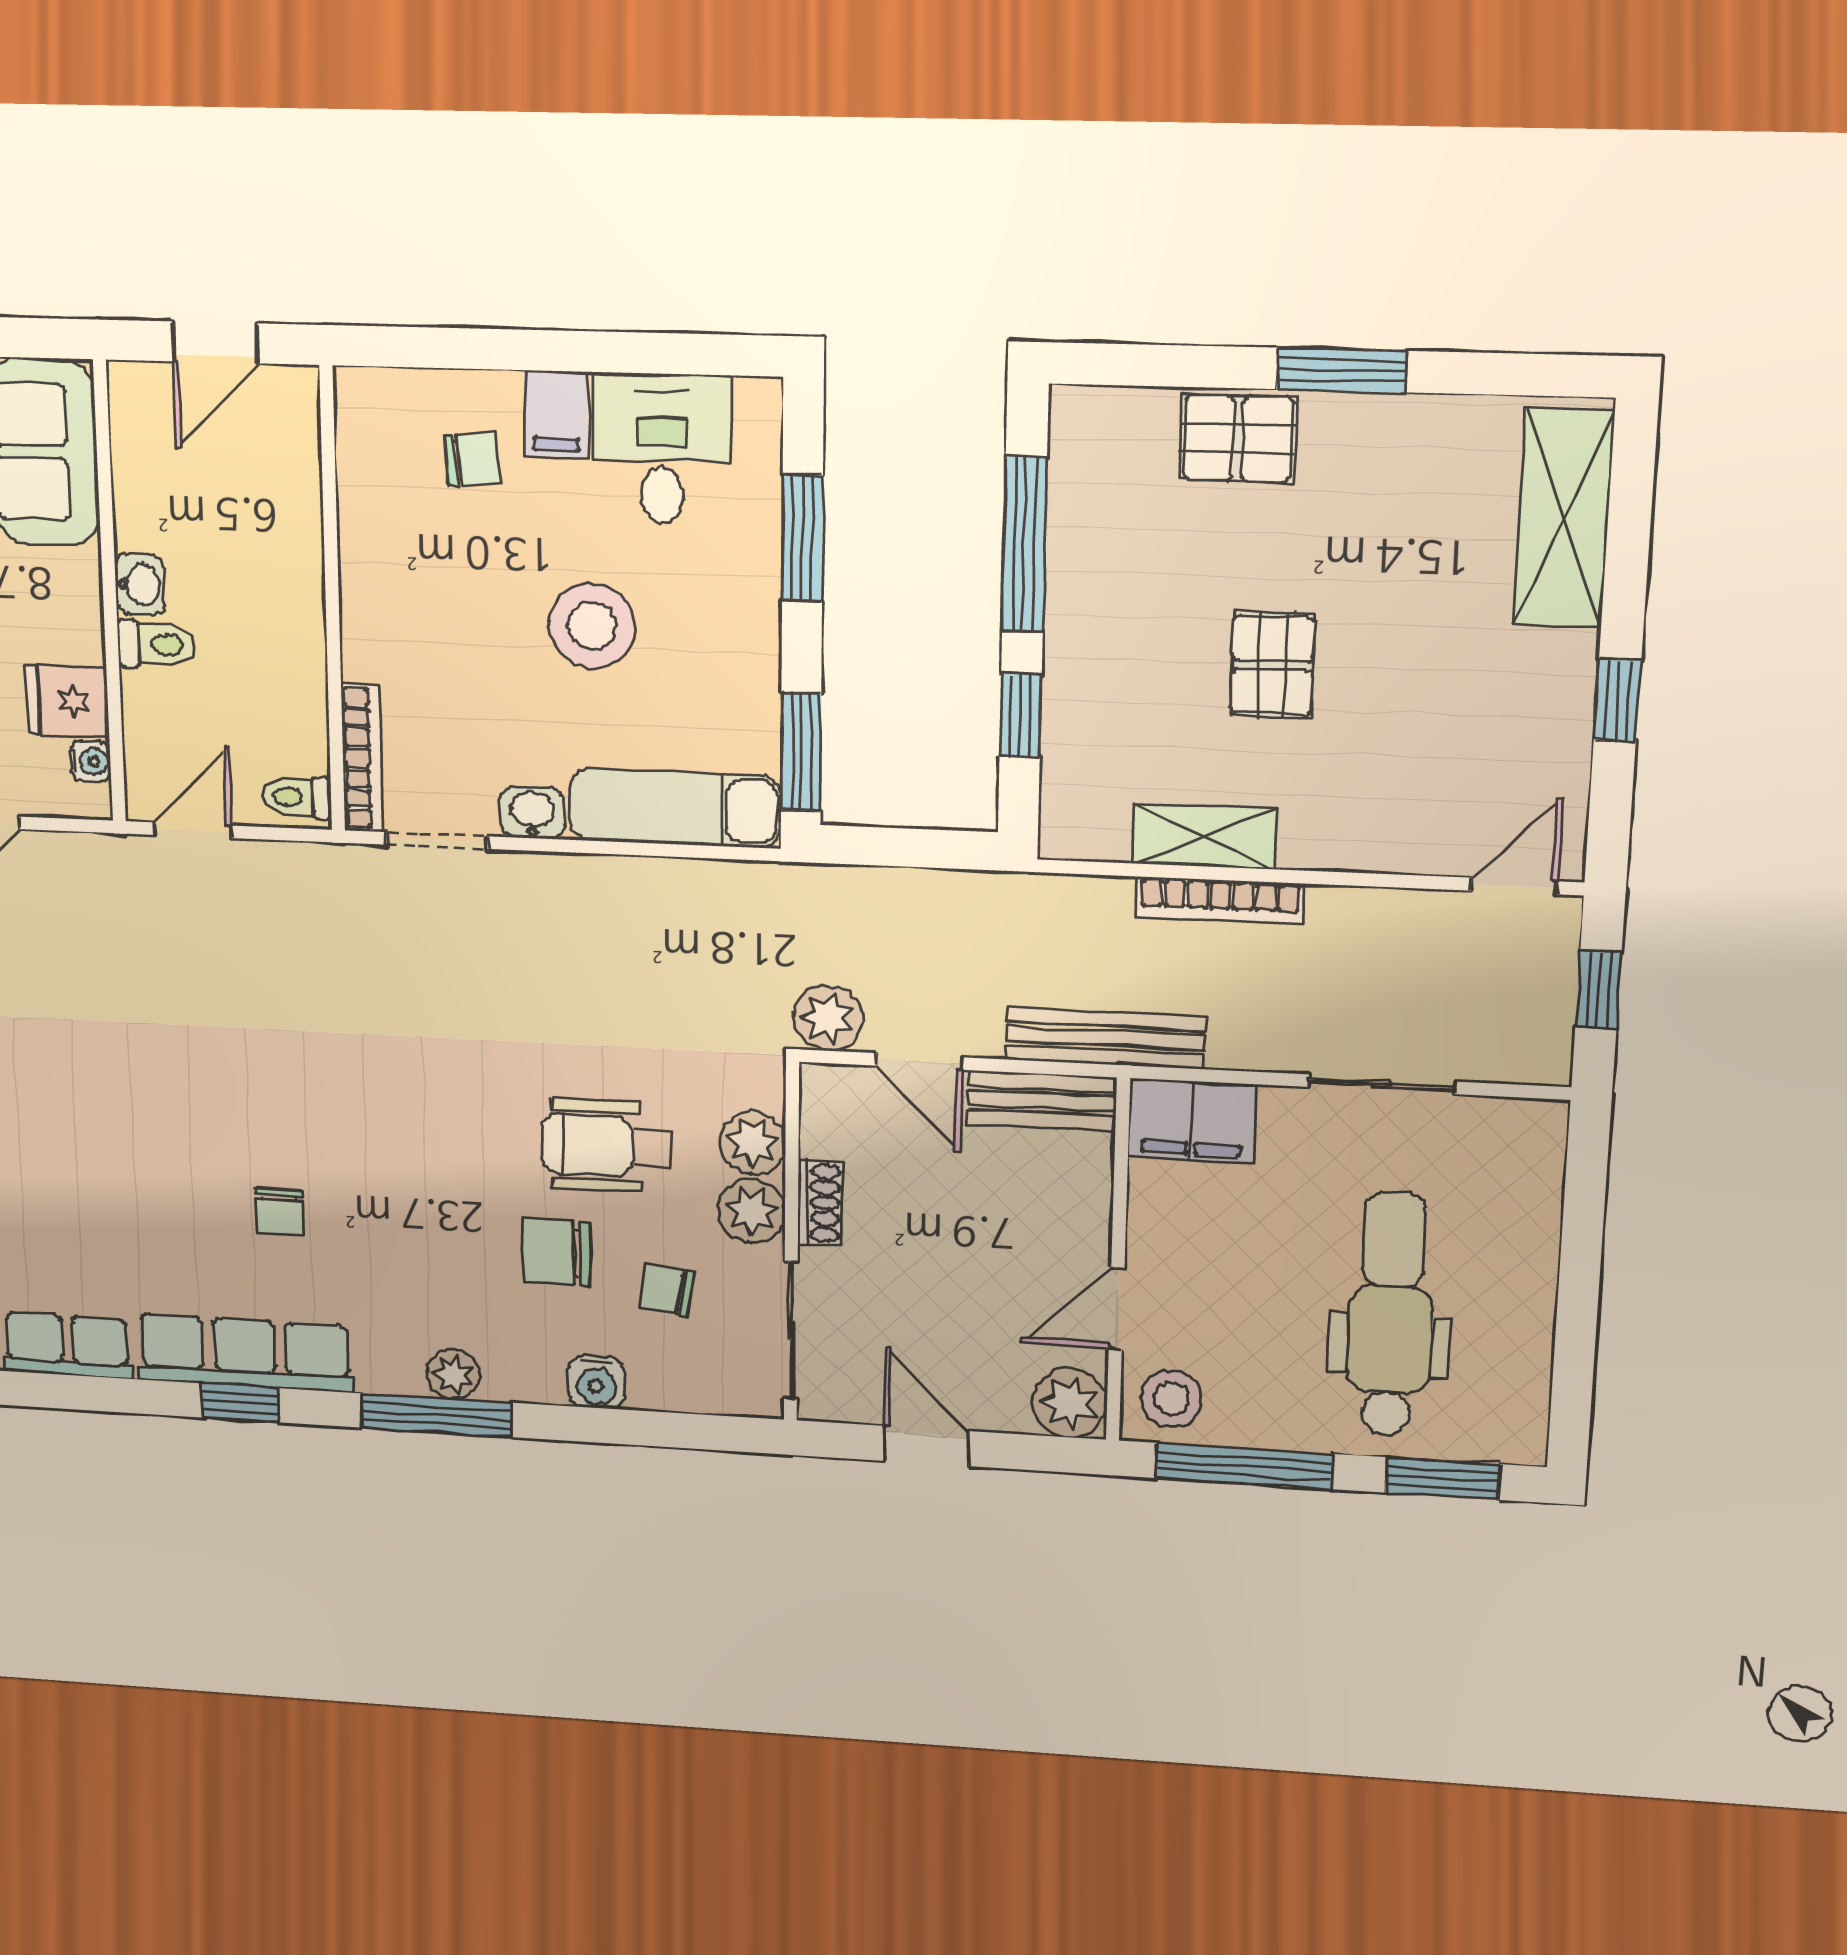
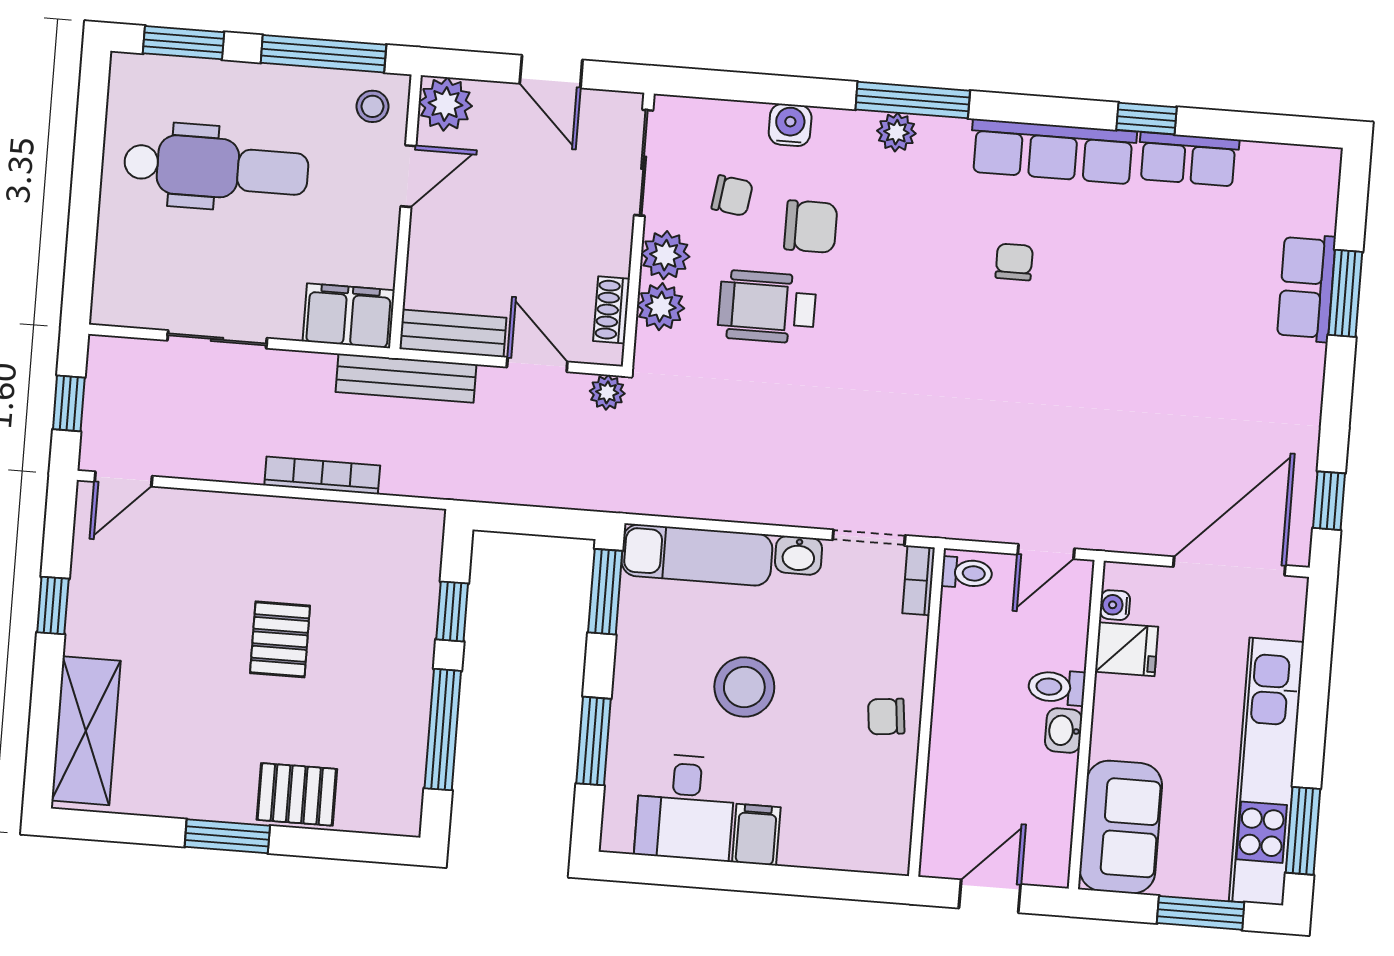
chair: (472, 459) -> (886, 716), moved
bookcase: (362, 758) -> (919, 580), width x0.64
shelving: (1204, 836) -> (331, 522), removed
plant: (828, 1018) -> (607, 392), width x0.73, depth x0.73
wheelchair: (606, 1146) -> (767, 307), turned 180
shoe rack: (820, 1203) -> (612, 310), moved
dental chair: (1390, 1315) -> (216, 168), turned -90
stool: (1172, 1399) -> (372, 106), width x0.73, depth x0.73
window: (240, 1403) -> (1147, 118), moved

